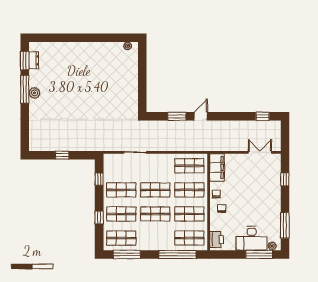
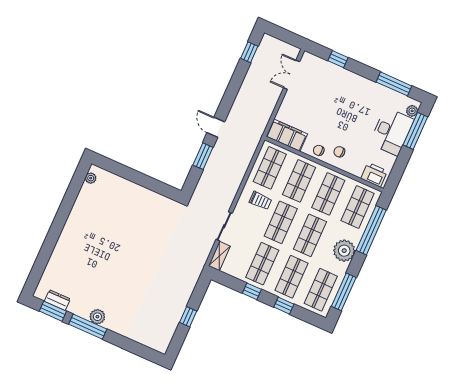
shelving: (113, 158) -> (219, 256), added
trolley: (164, 169) -> (261, 201), added
window: (99, 179) -> (252, 291), moved
plant: (155, 242) -> (344, 251), added

